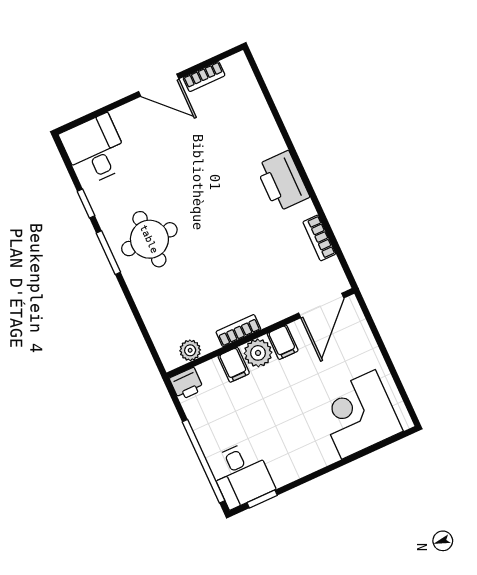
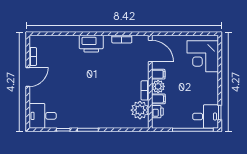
round table: (149, 239) -> (90, 110), removed
plant: (190, 350) -> (140, 110), width x1.88, depth x1.88
printer: (187, 384) -> (157, 112), moved

